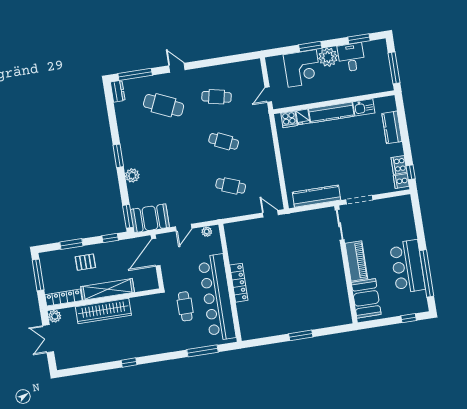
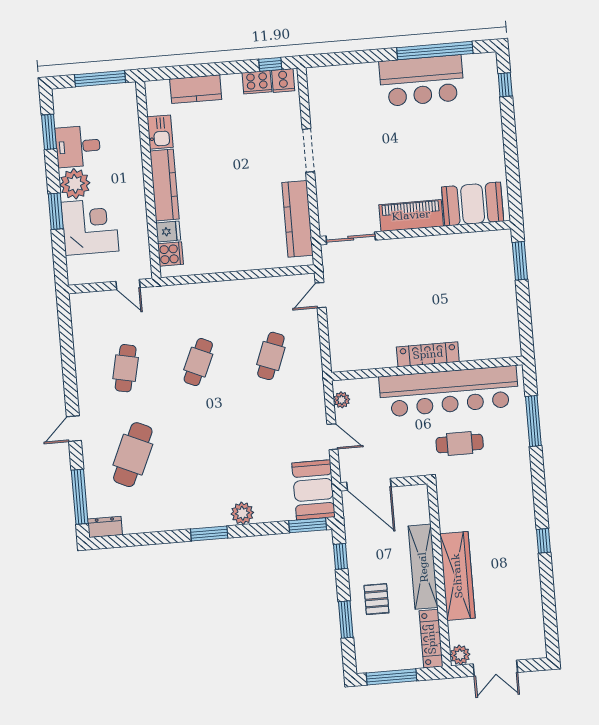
sliding door: (340, 225) -> (351, 238), moved
piano: (356, 261) -> (411, 215), moved
wall: (346, 264) -> (415, 233), moved
booth: (366, 298) -> (473, 204), moved

